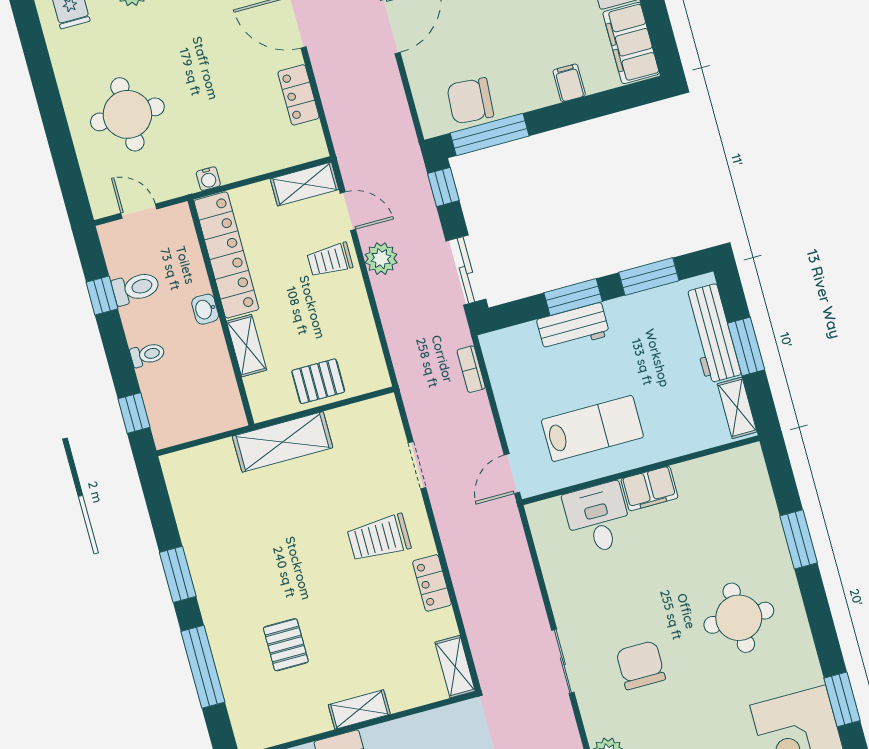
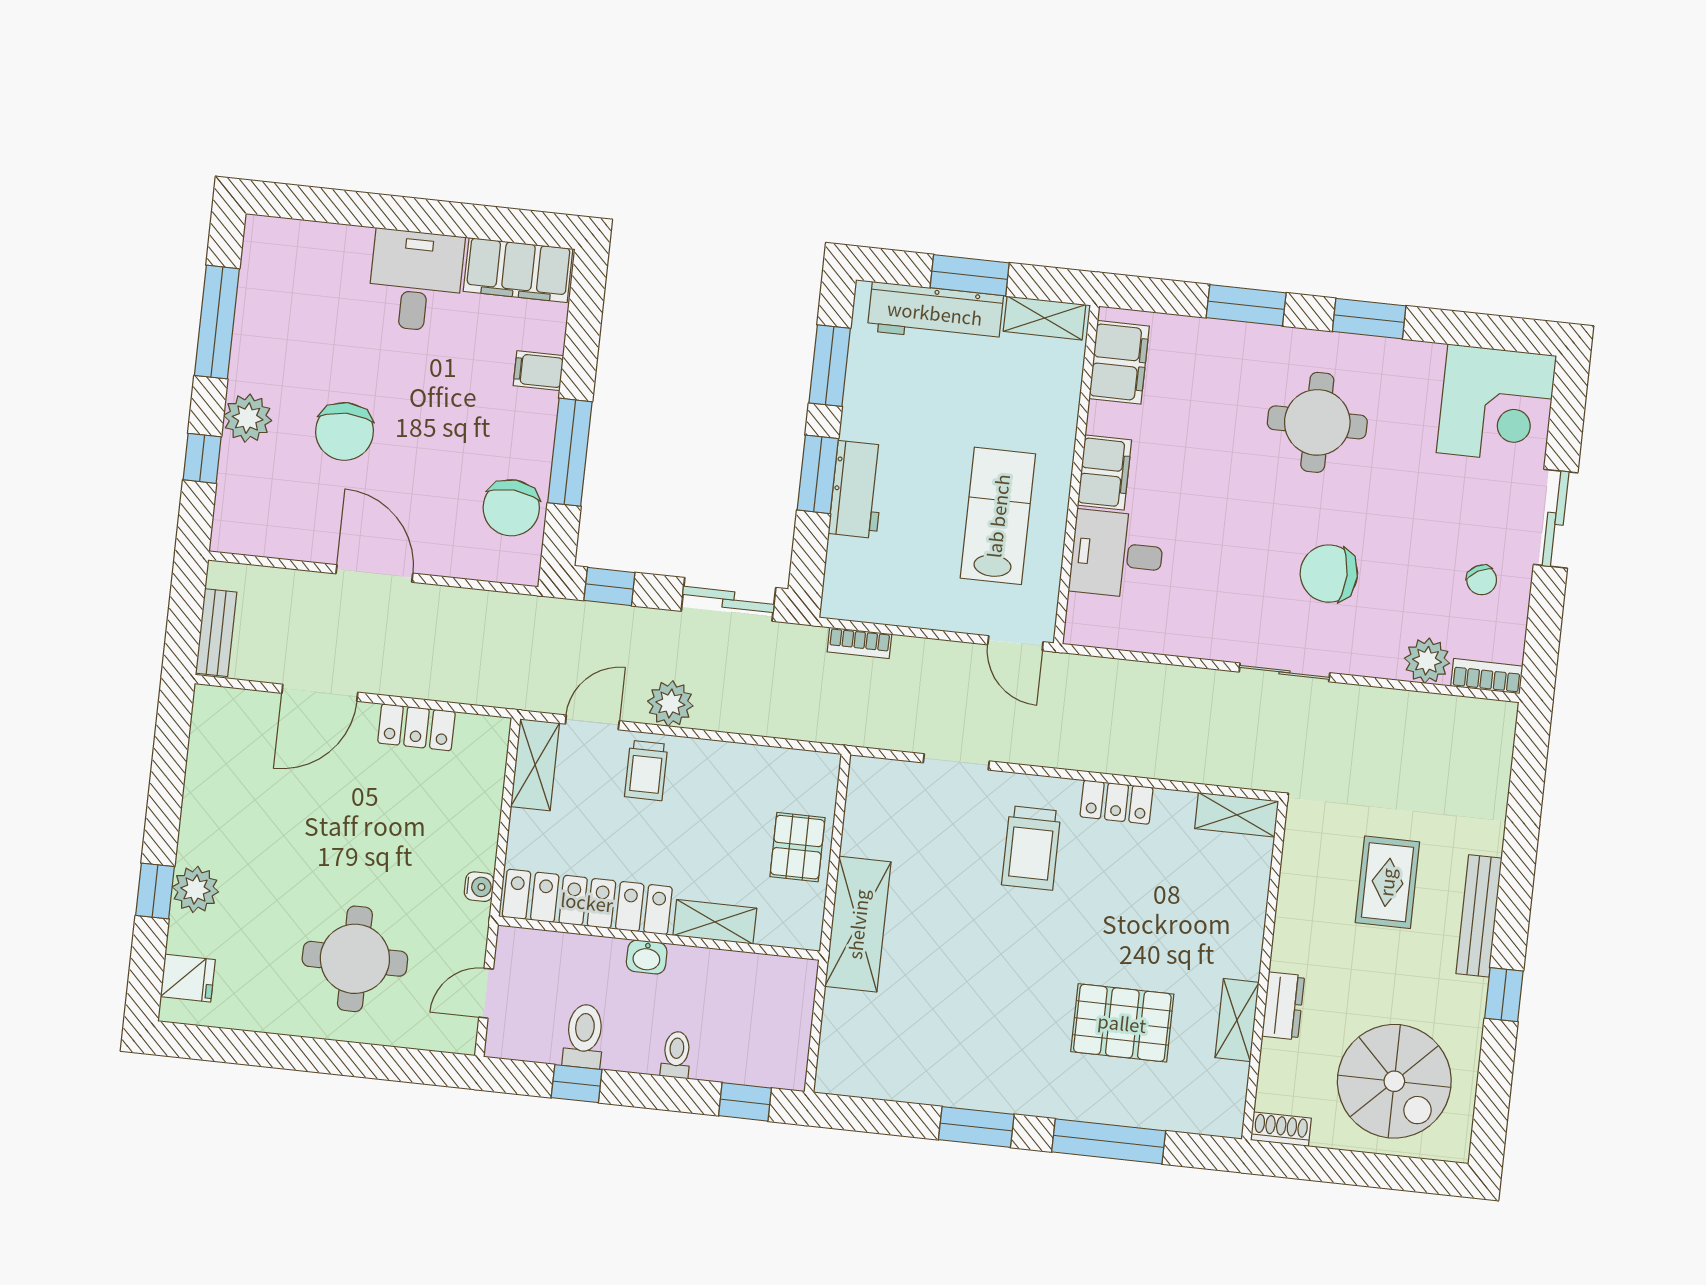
window: (490, 134) -> (570, 452), moved
filing cabinet: (727, 469) -> (1119, 362), added
pallet: (286, 645) -> (1122, 1023), width x1.50, depth x1.42
window: (842, 699) -> (1369, 319), moved
shelving: (359, 709) -> (1237, 1020), moved

